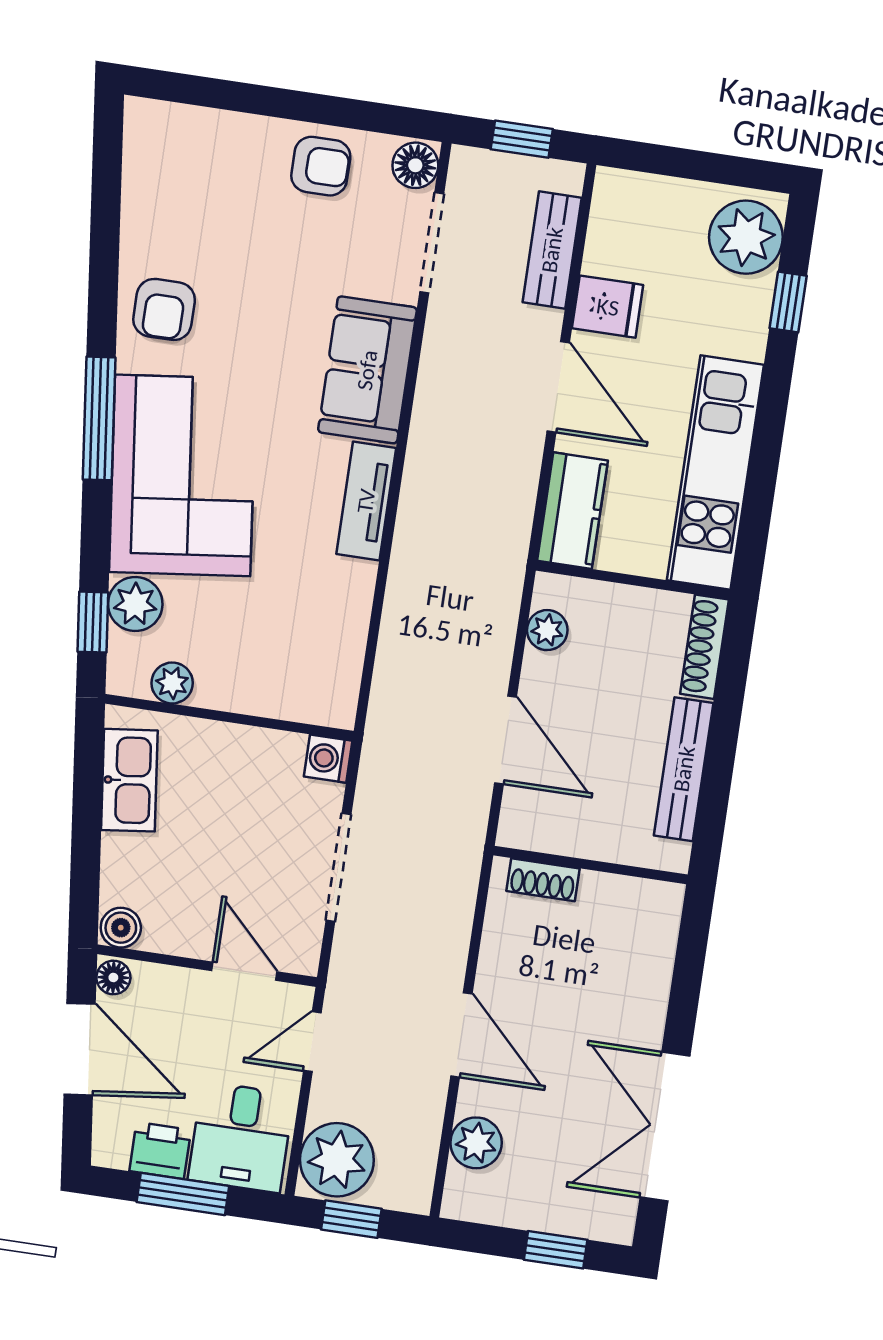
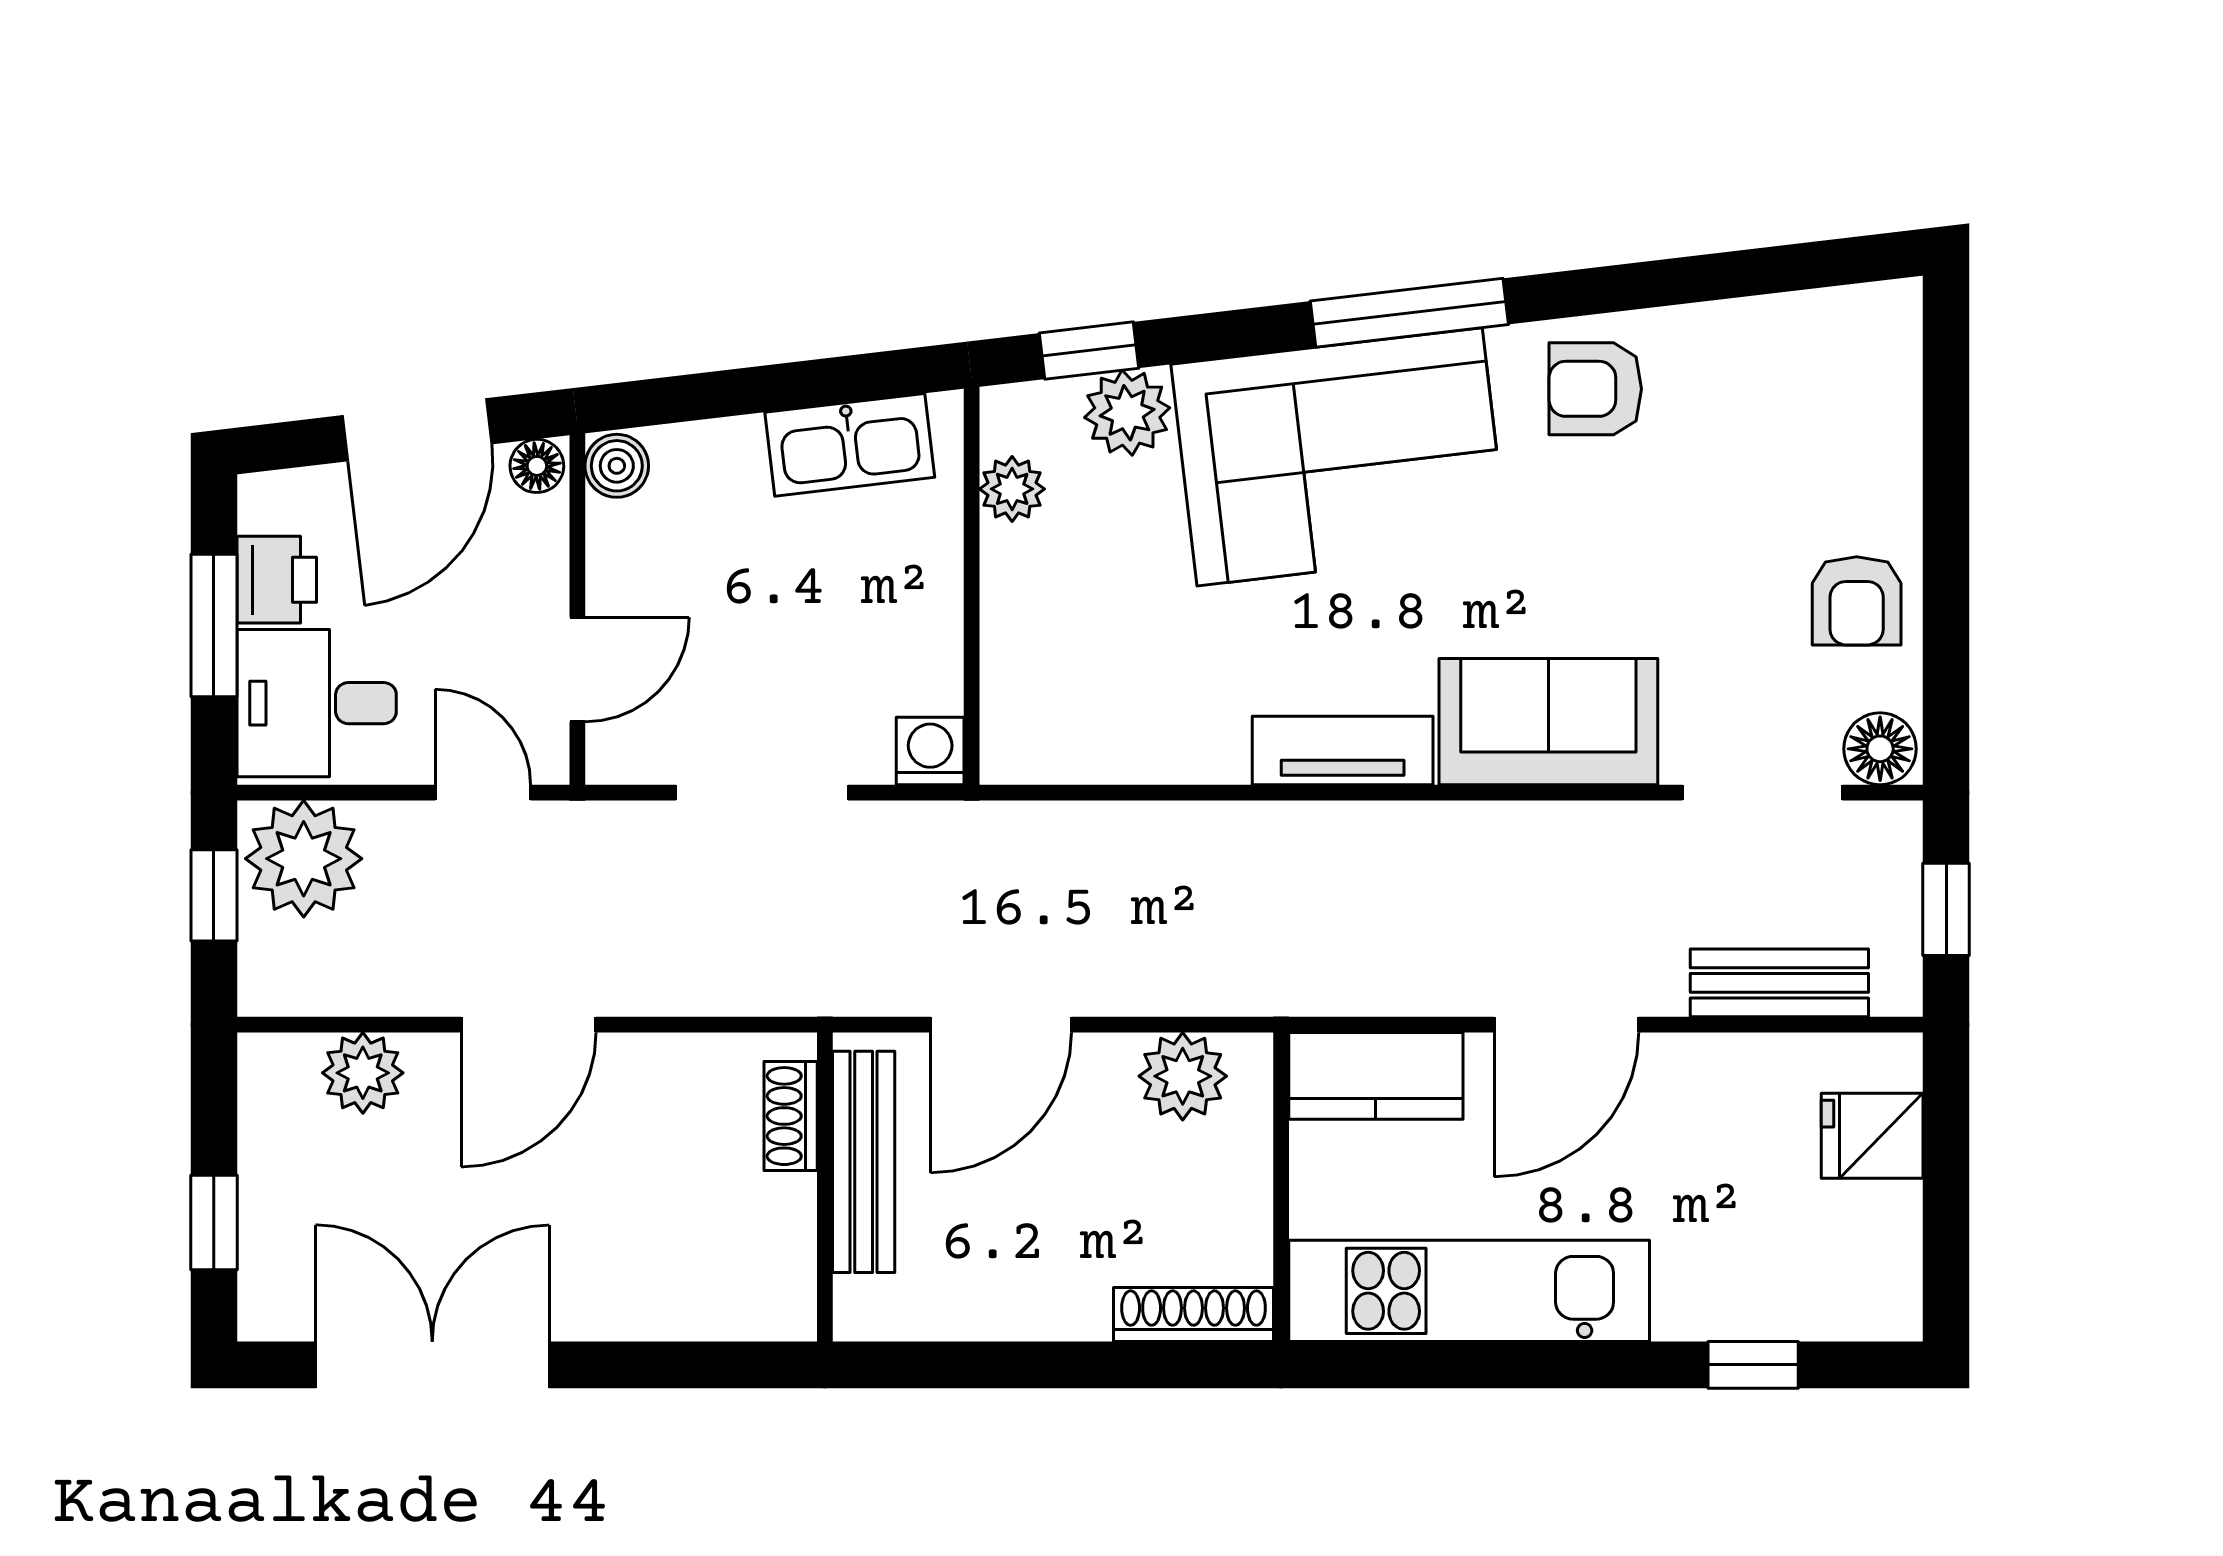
plant: (746, 237) -> (1845, 1284), removed
fridge: (608, 307) -> (1872, 1136), moved, turned 90
plant: (547, 630) -> (1183, 1076), width x1.38, depth x1.38
bench: (684, 769) -> (864, 1162), moved, turned 90

